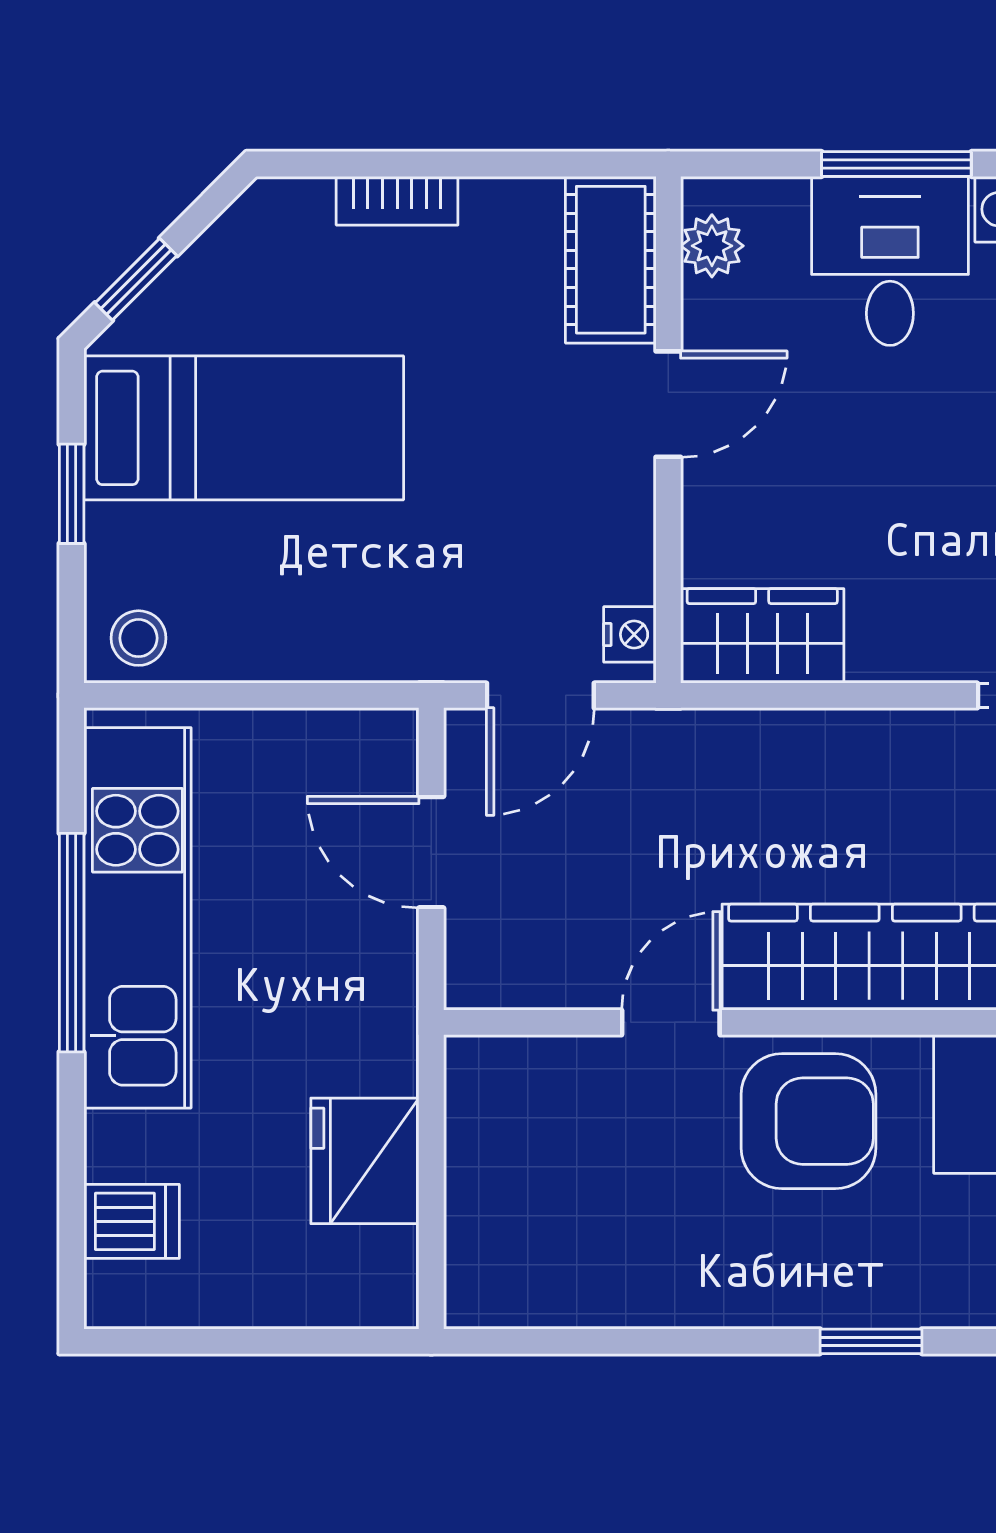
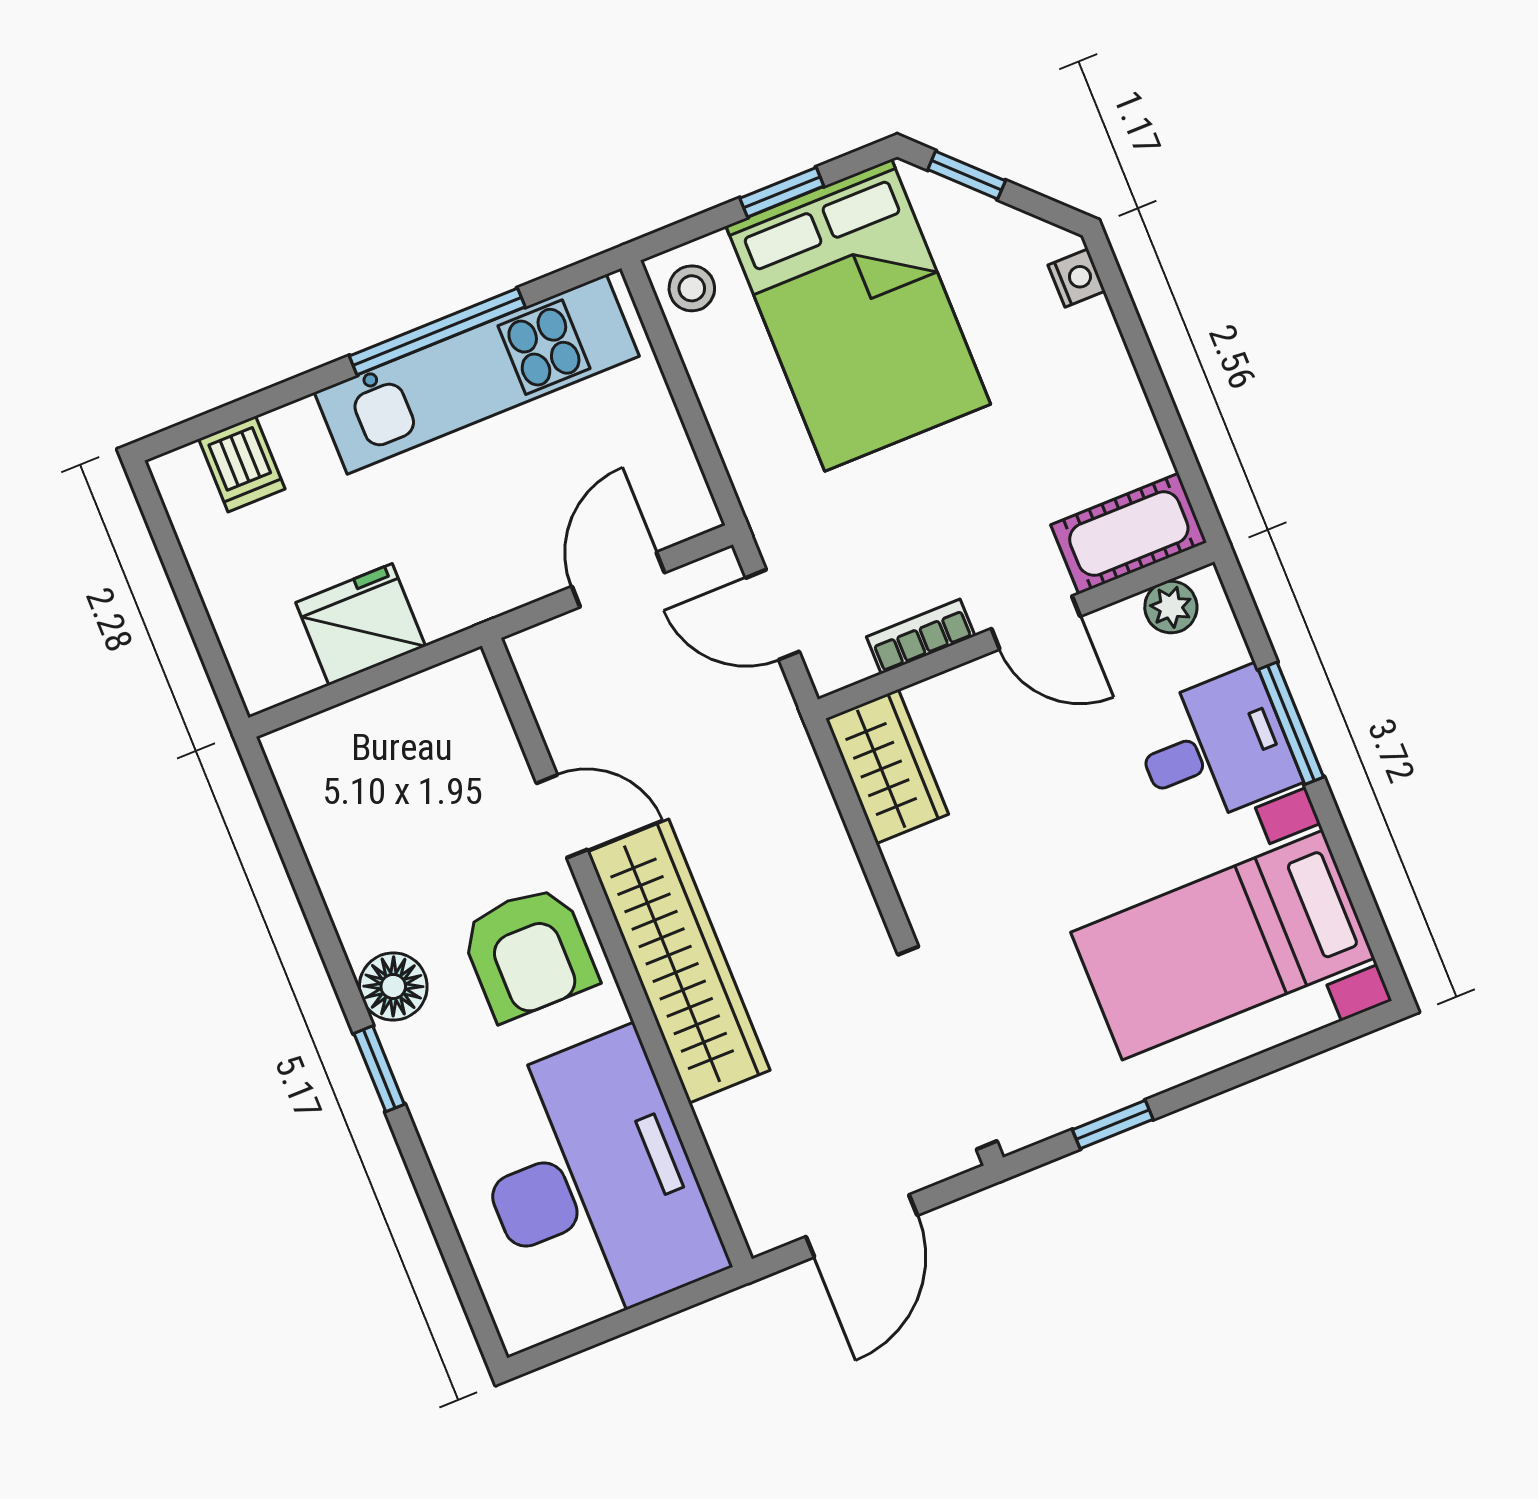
bookcase: (397, 201) -> (921, 636), moved, turned 90
bed: (244, 428) -> (858, 315), width x1.50
nightstand: (630, 634) -> (1077, 278), moved, turned -90
floor lamp: (785, 1288) -> (393, 986), added

